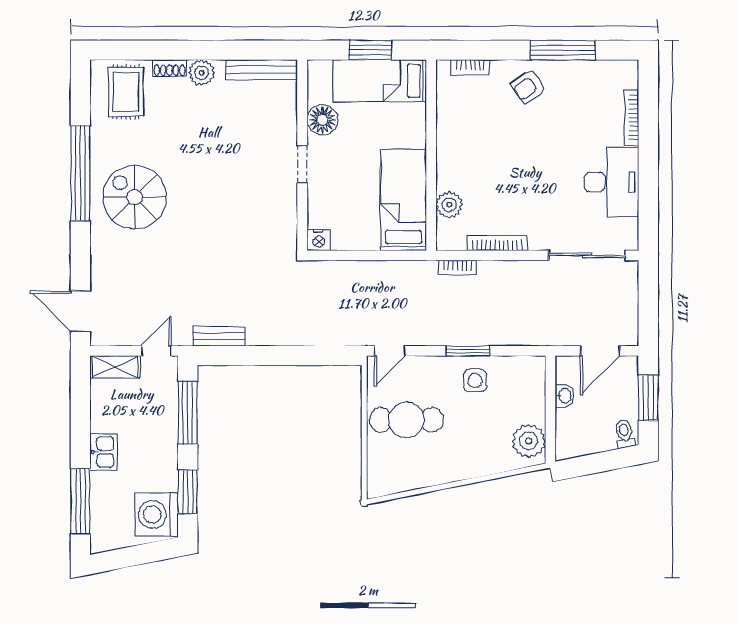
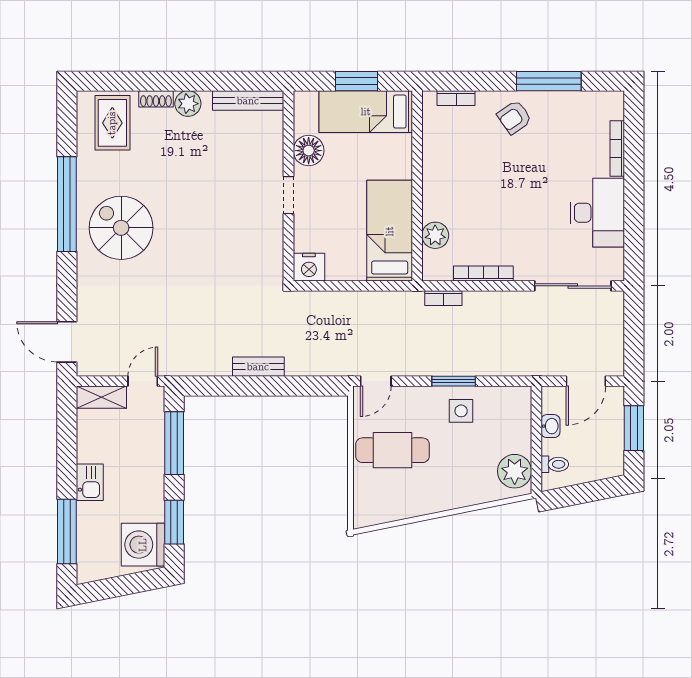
nightstand: (319, 240) -> (309, 267), width x1.36, depth x1.33
bench: (219, 336) -> (258, 367), moved
toilet: (625, 434) -> (555, 464), moved, turned 101

